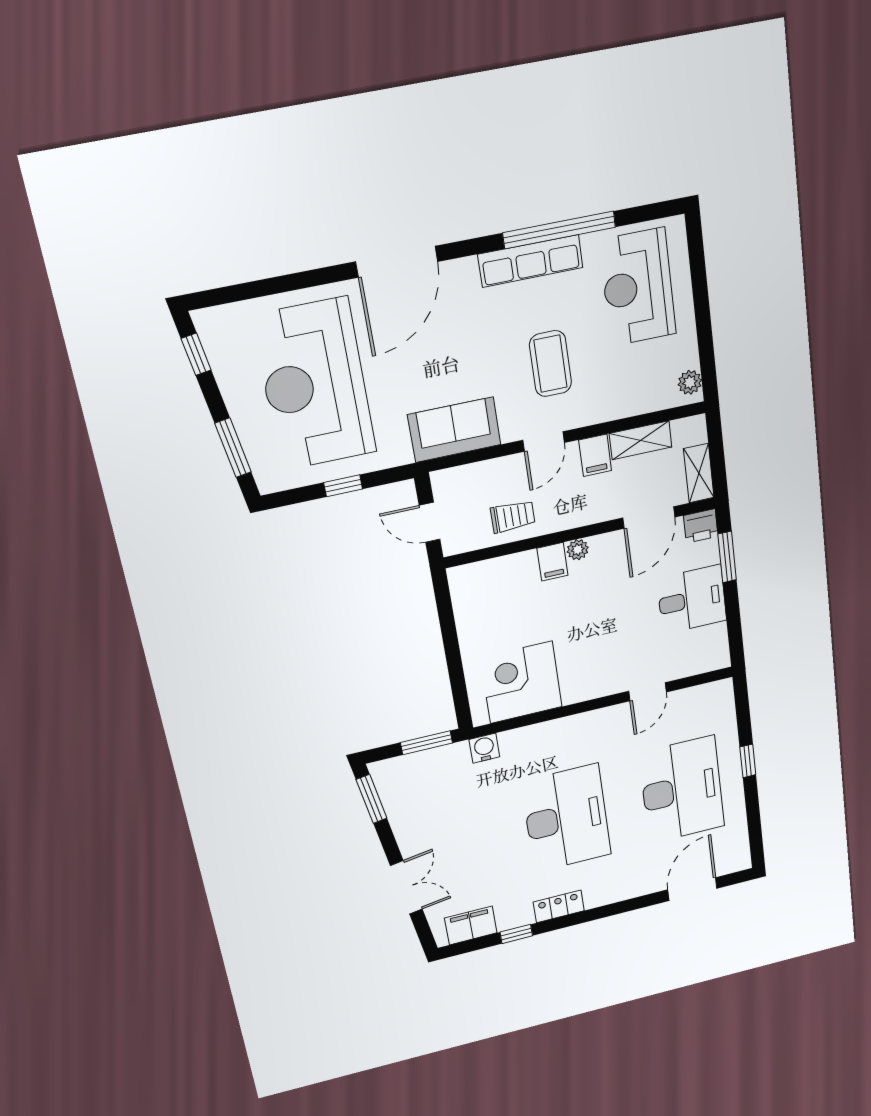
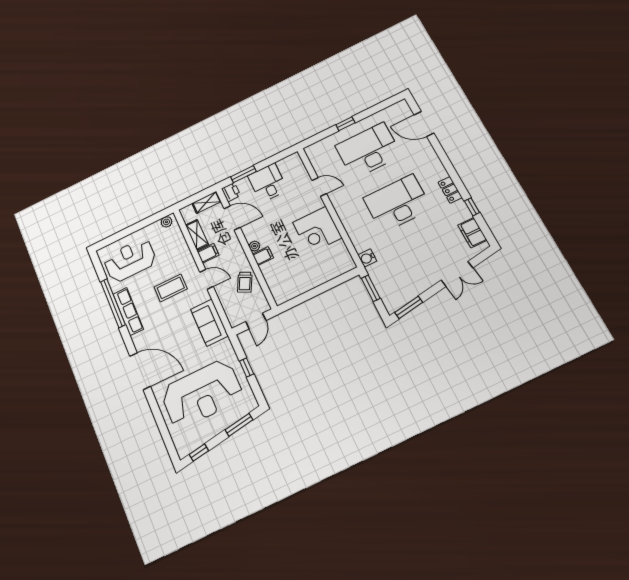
reception desk: (638, 287) -> (130, 260), turned 180
trolley: (513, 516) -> (245, 282), turned -153
corner desk: (521, 682) -> (317, 230), moved
double door: (406, 887) -> (457, 274), swing flipped

